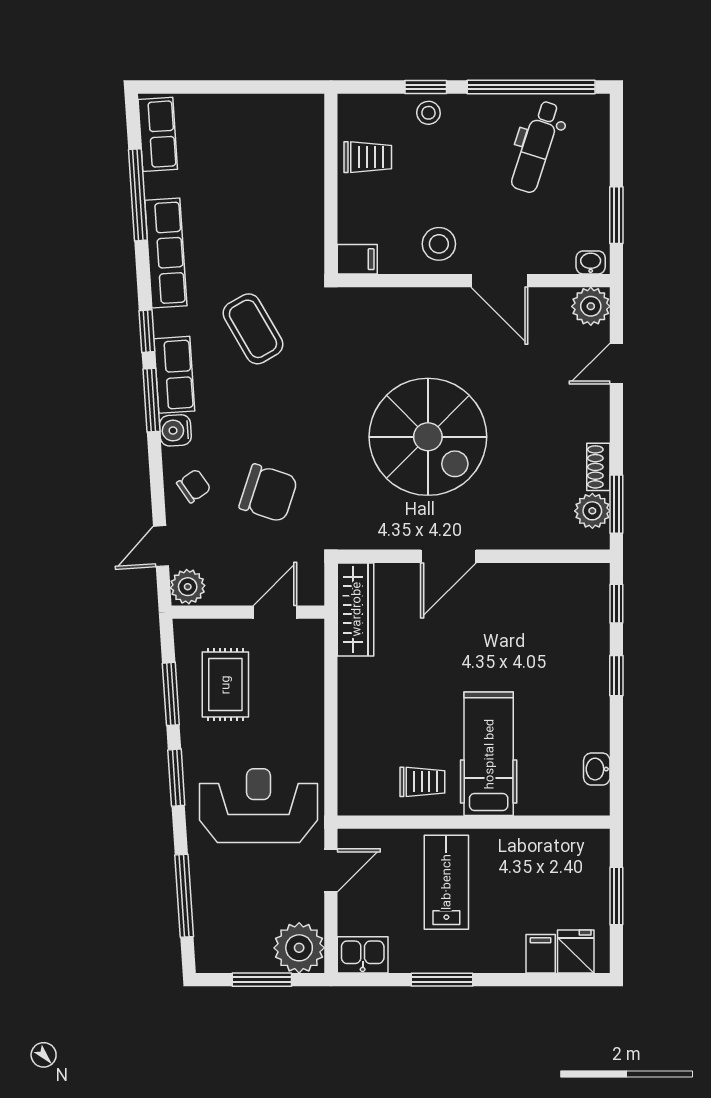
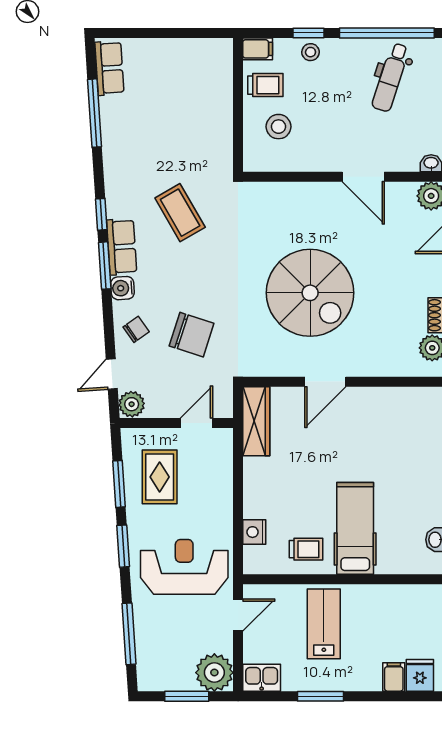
stool: (439, 244) -> (278, 127), moved
row of seats: (166, 253) -> (115, 156), removed
filing cabinet: (357, 259) -> (258, 49), moved
nightstand: (353, 759) -> (254, 532), added

